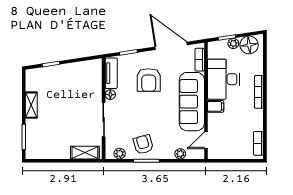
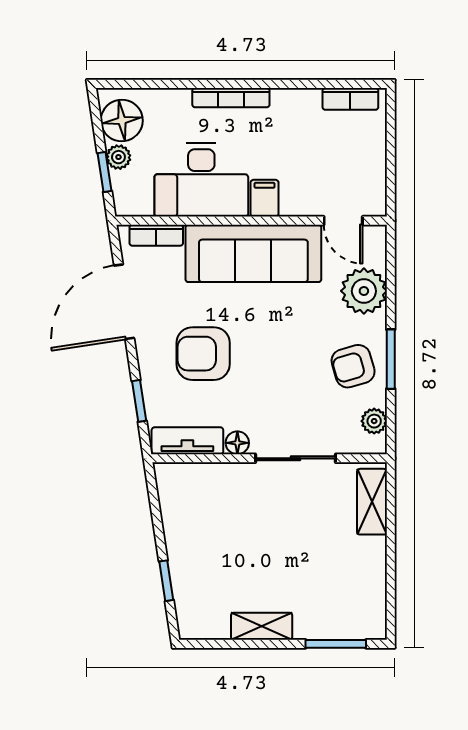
armchair: (149, 80) -> (203, 354), turned 180
plant: (180, 154) -> (364, 291), width x1.88, depth x1.88

